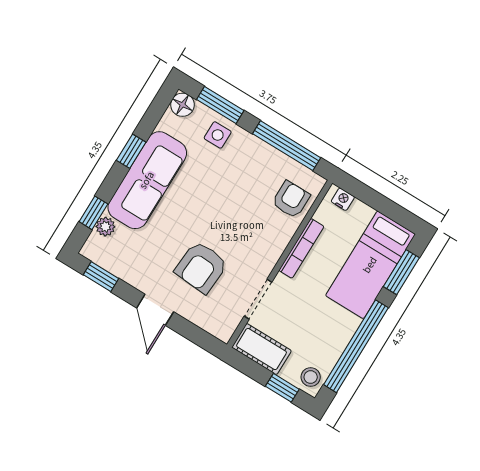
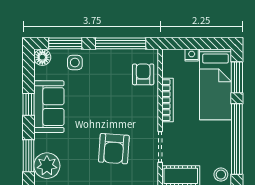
sofa: (147, 180) -> (49, 107), width x0.73
nightstand: (343, 199) -> (192, 55), moved
window: (93, 213) -> (29, 156), width x1.50
plant: (105, 227) -> (47, 166), width x1.88, depth x1.88

